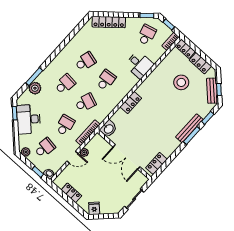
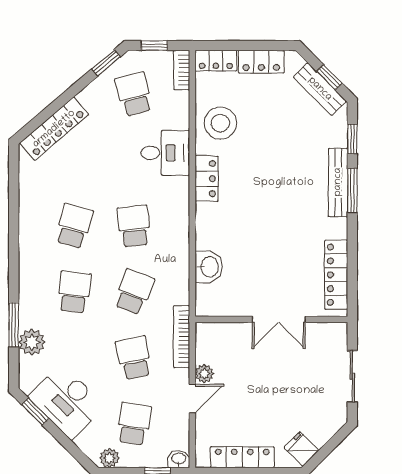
stool: (181, 82) -> (220, 123), moved
locker: (131, 103) -> (207, 179), moved
washbasin: (108, 129) -> (209, 267), moved
double door: (127, 157) -> (279, 319), width x0.73
locker: (156, 163) -> (336, 275), width x1.53
locker: (71, 193) -> (242, 457), width x1.53

